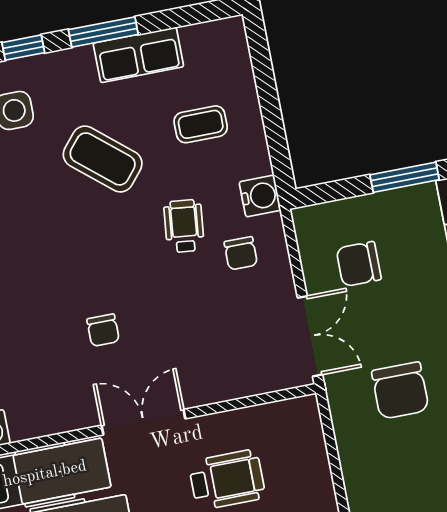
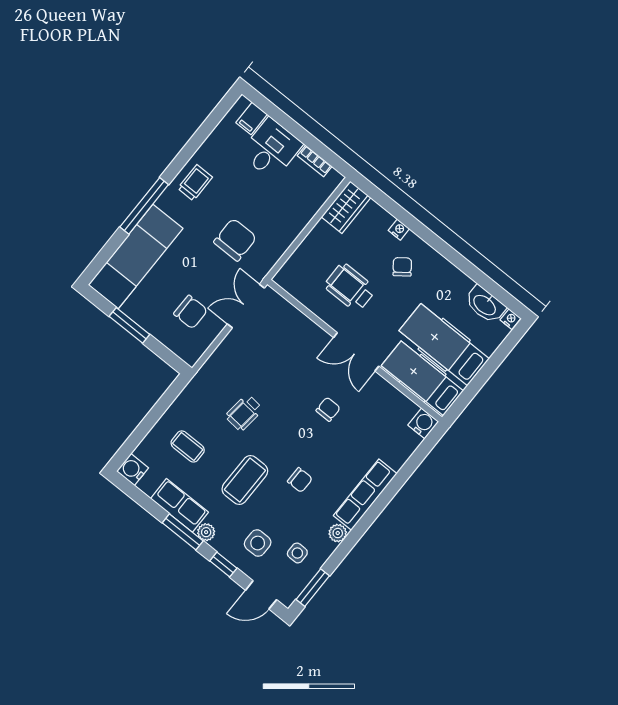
plant: (79, 60) -> (206, 532), added
coffee table: (103, 159) -> (245, 480), turned 50
water cooler: (260, 196) -> (133, 470), moved
chair: (241, 253) -> (300, 480), moved, turned 90

